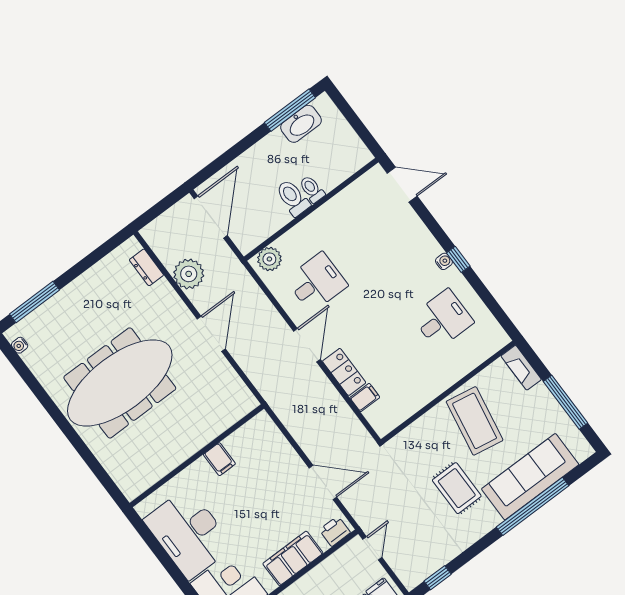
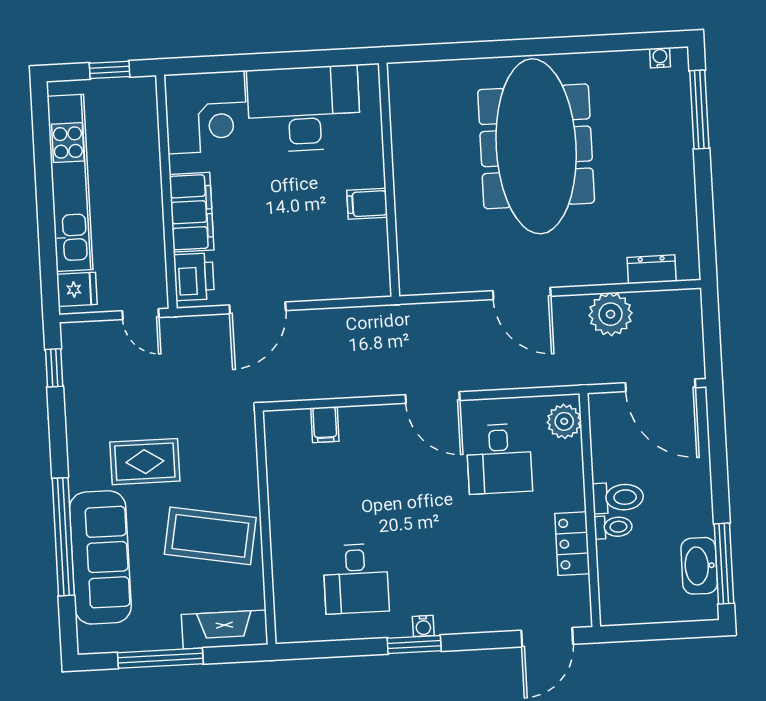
window: (458, 259) -> (414, 644), width x1.50
fireplace: (521, 368) -> (225, 630), width x1.37, depth x1.32
locker: (344, 372) -> (572, 544), moved, turned 90
printer: (335, 531) -> (194, 277), width x1.36, depth x1.24

